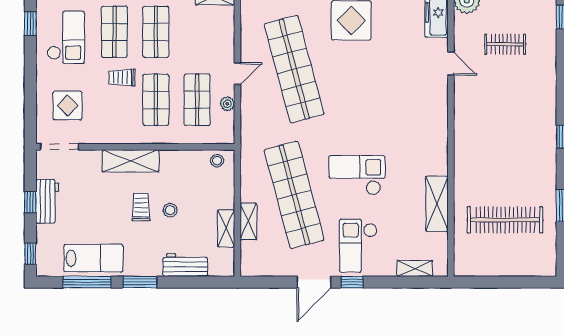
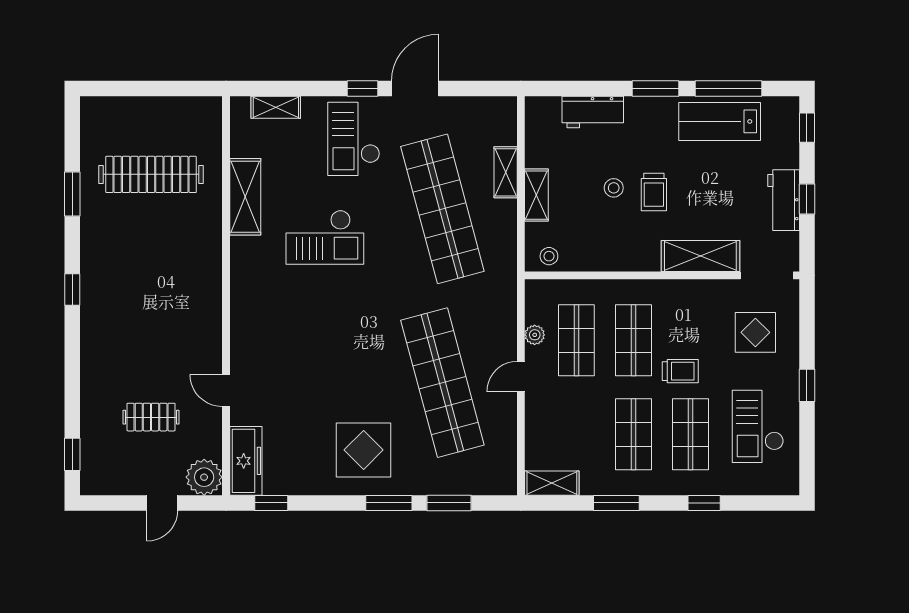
window: (30, 24) -> (807, 385), moved
shelving: (131, 161) -> (700, 256), moved
checkout: (357, 175) -> (325, 237), moved
shelving: (226, 228) -> (536, 195), moved
checkout: (358, 246) -> (354, 139), turned 180

